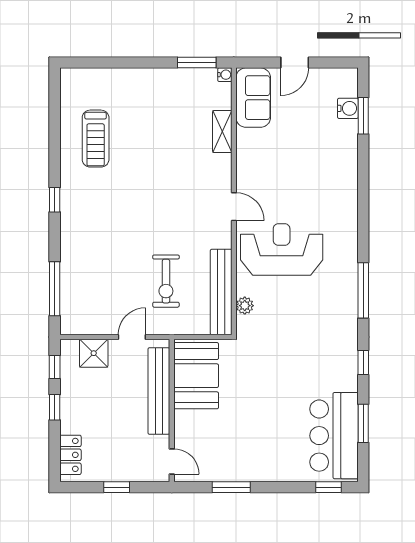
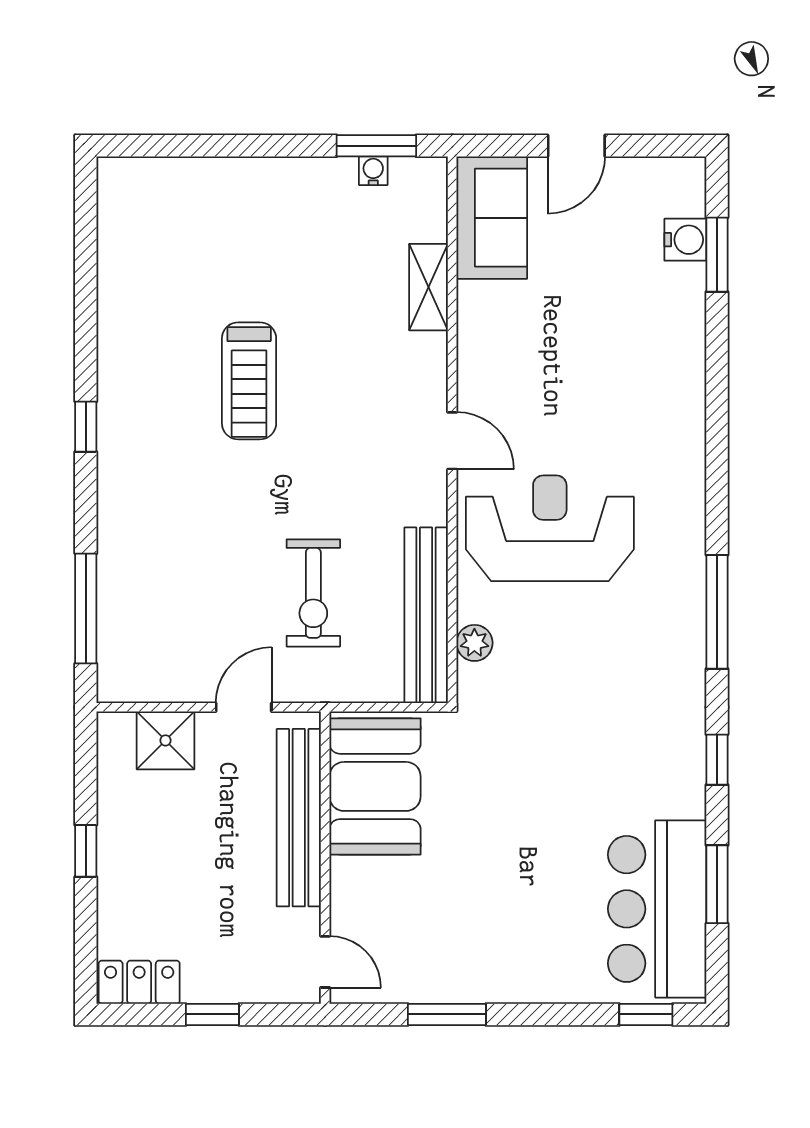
water cooler: (225, 75) -> (373, 171), moved, turned -90
treadmill: (96, 139) -> (249, 381), moved
window: (55, 367) -> (86, 769), removed
locker: (70, 455) -> (139, 982), moved, turned -90

